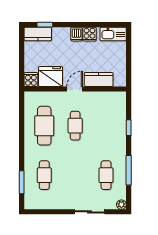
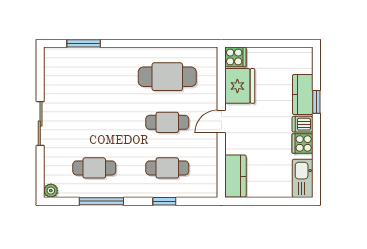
window: (45, 25) -> (316, 102), moved
kitchen counter: (38, 34) -> (303, 95), moved
kitchen counter: (99, 79) -> (235, 176), moved
door: (75, 89) -> (221, 122), swing flipped
cafe table: (44, 175) -> (167, 168), moved
sliding door: (90, 212) -> (40, 124), moved

